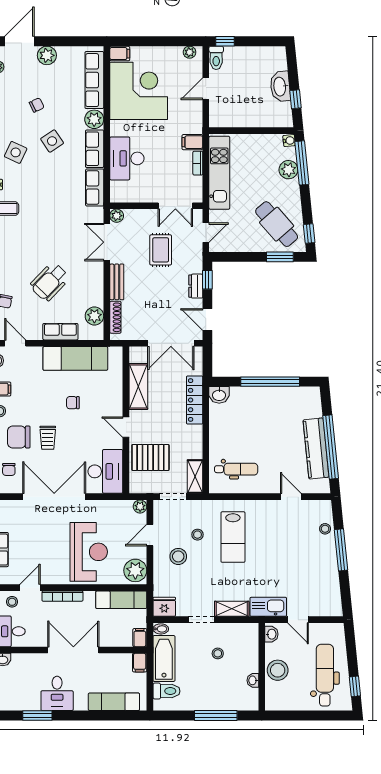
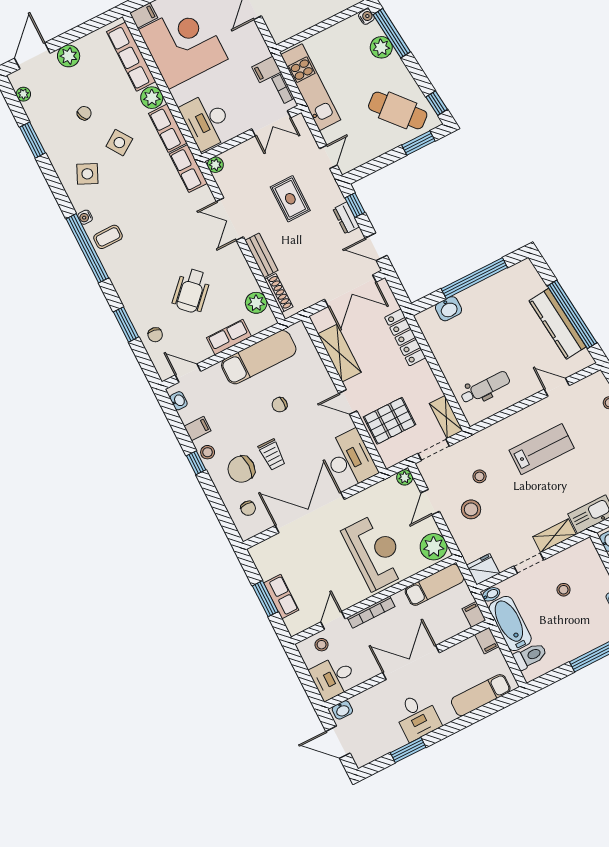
wall: (156, 206) -> (251, 133), moved
double door: (175, 206) -> (271, 123), moved
plant: (117, 216) -> (215, 165), moved
washbasin: (219, 395) -> (449, 309), moved
lab bench: (233, 537) -> (542, 449), moved, turned -90

